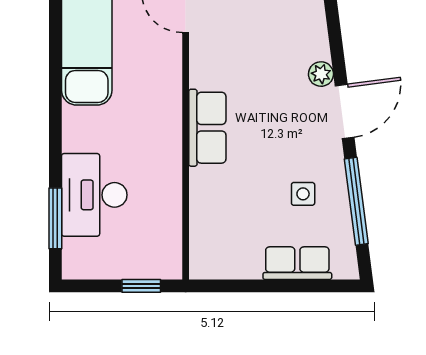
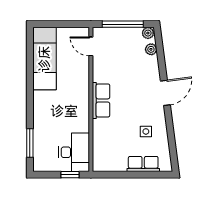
plant: (321, 74) -> (151, 49), moved
desk: (94, 195) -> (74, 152), moved, turned 180
window: (356, 201) -> (171, 135), removed

